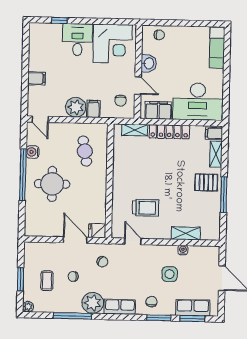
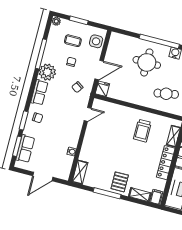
trolley: (145, 208) -> (142, 131), moved
shelving: (186, 233) -> (80, 172), moved
side table: (170, 274) -> (96, 41), moved

